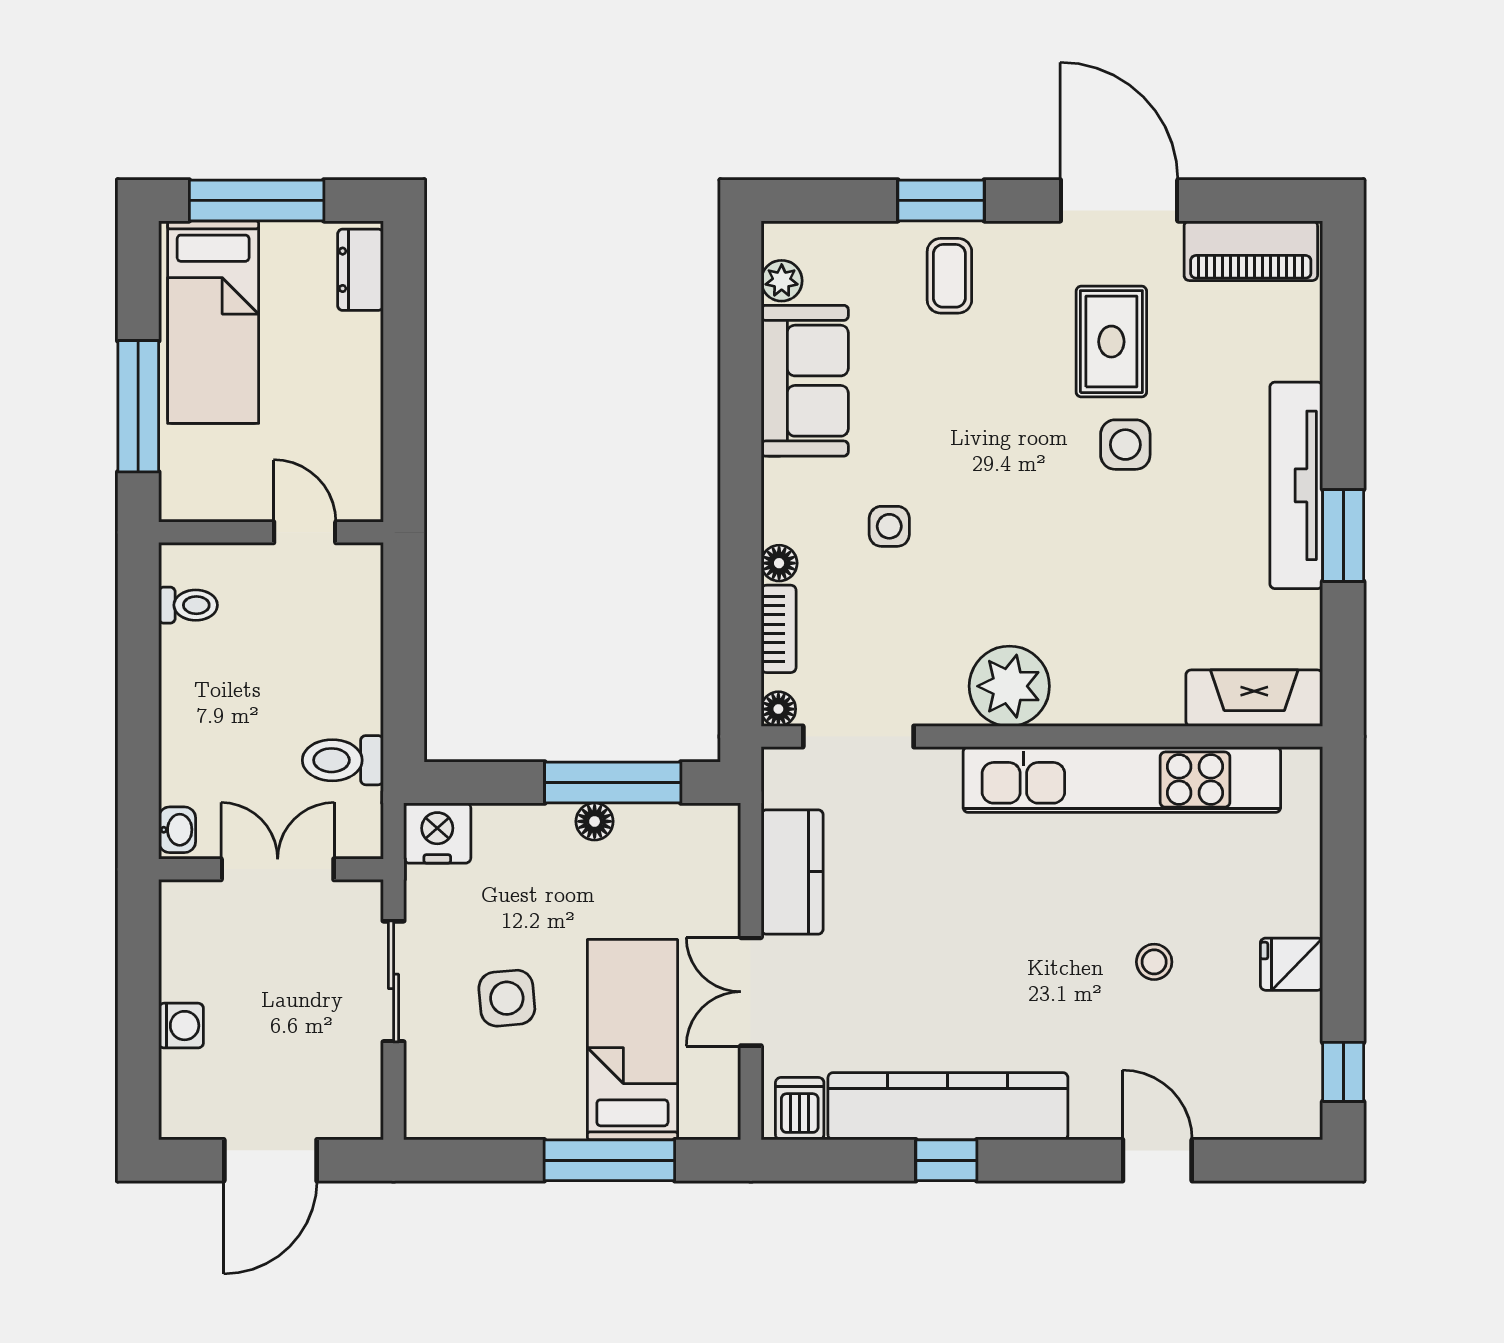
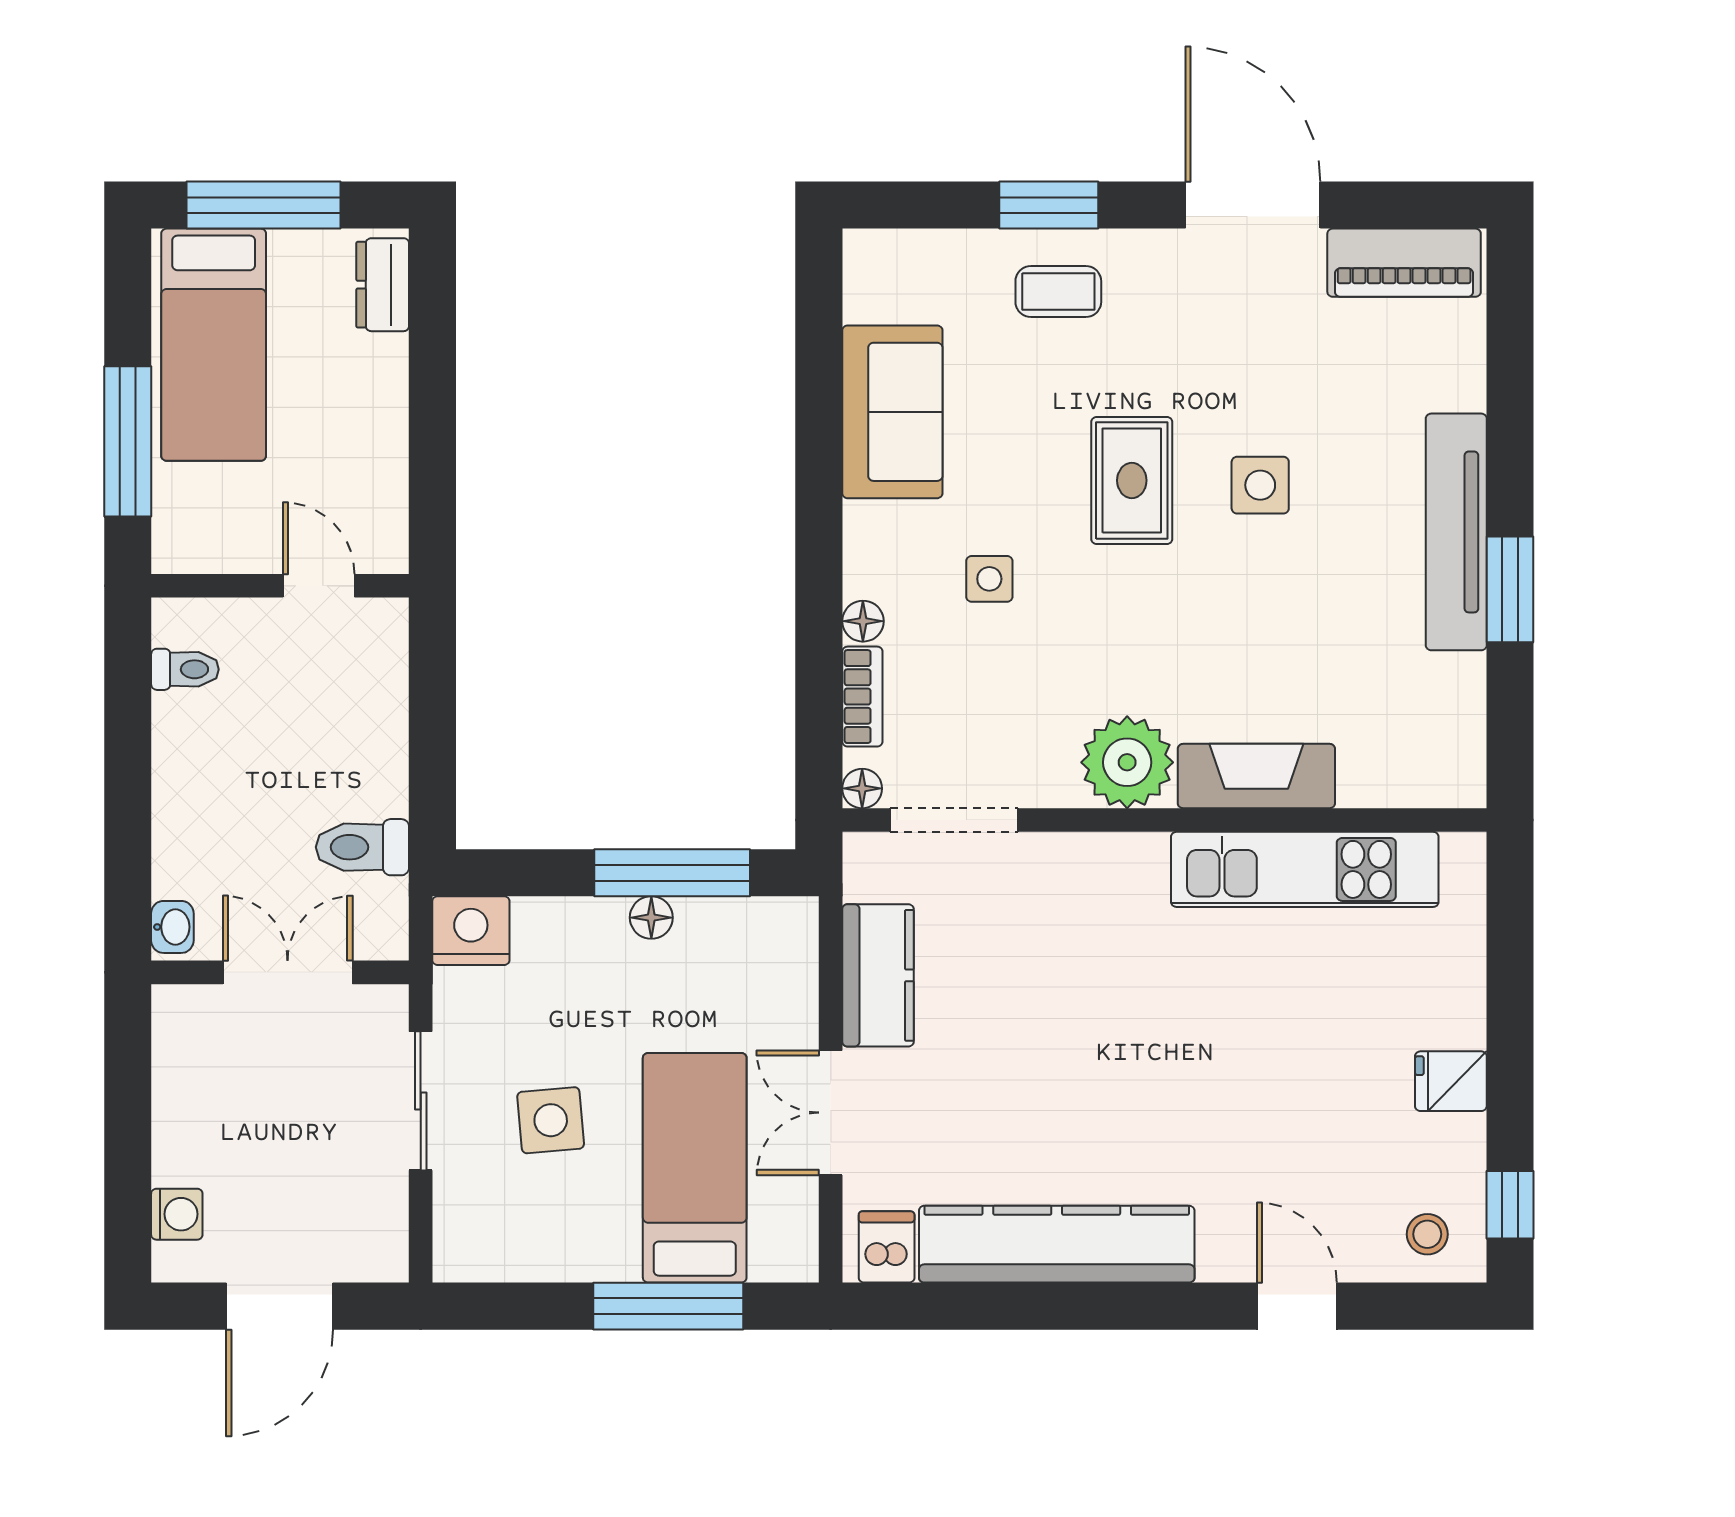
coffee table: (949, 276) -> (1058, 292), turned 90
plant: (782, 281) -> (866, 297), removed
rug: (1111, 342) -> (1132, 480), moved
fireplace: (1254, 698) -> (1256, 776), moved
kitchen unit: (1122, 780) -> (1305, 869), width x0.73
stool: (1154, 962) -> (1427, 1234), moved
washing machine: (181, 1026) -> (177, 1214), moved
window: (946, 1160) -> (1055, 1306), removed

